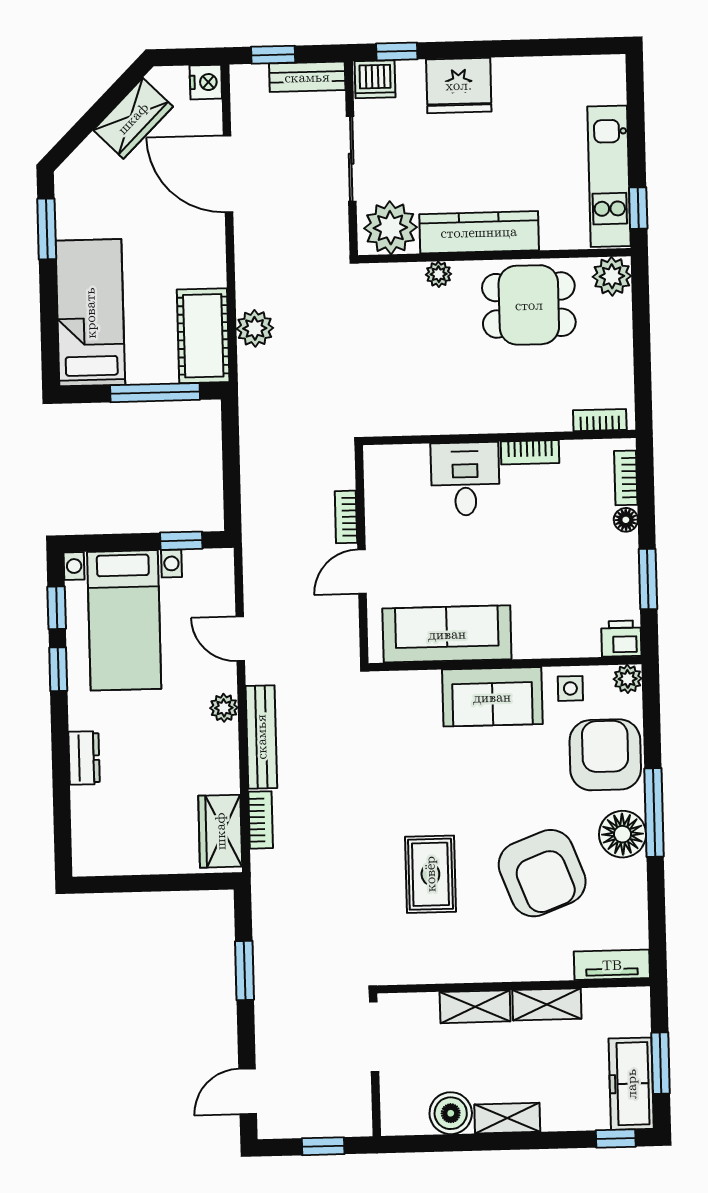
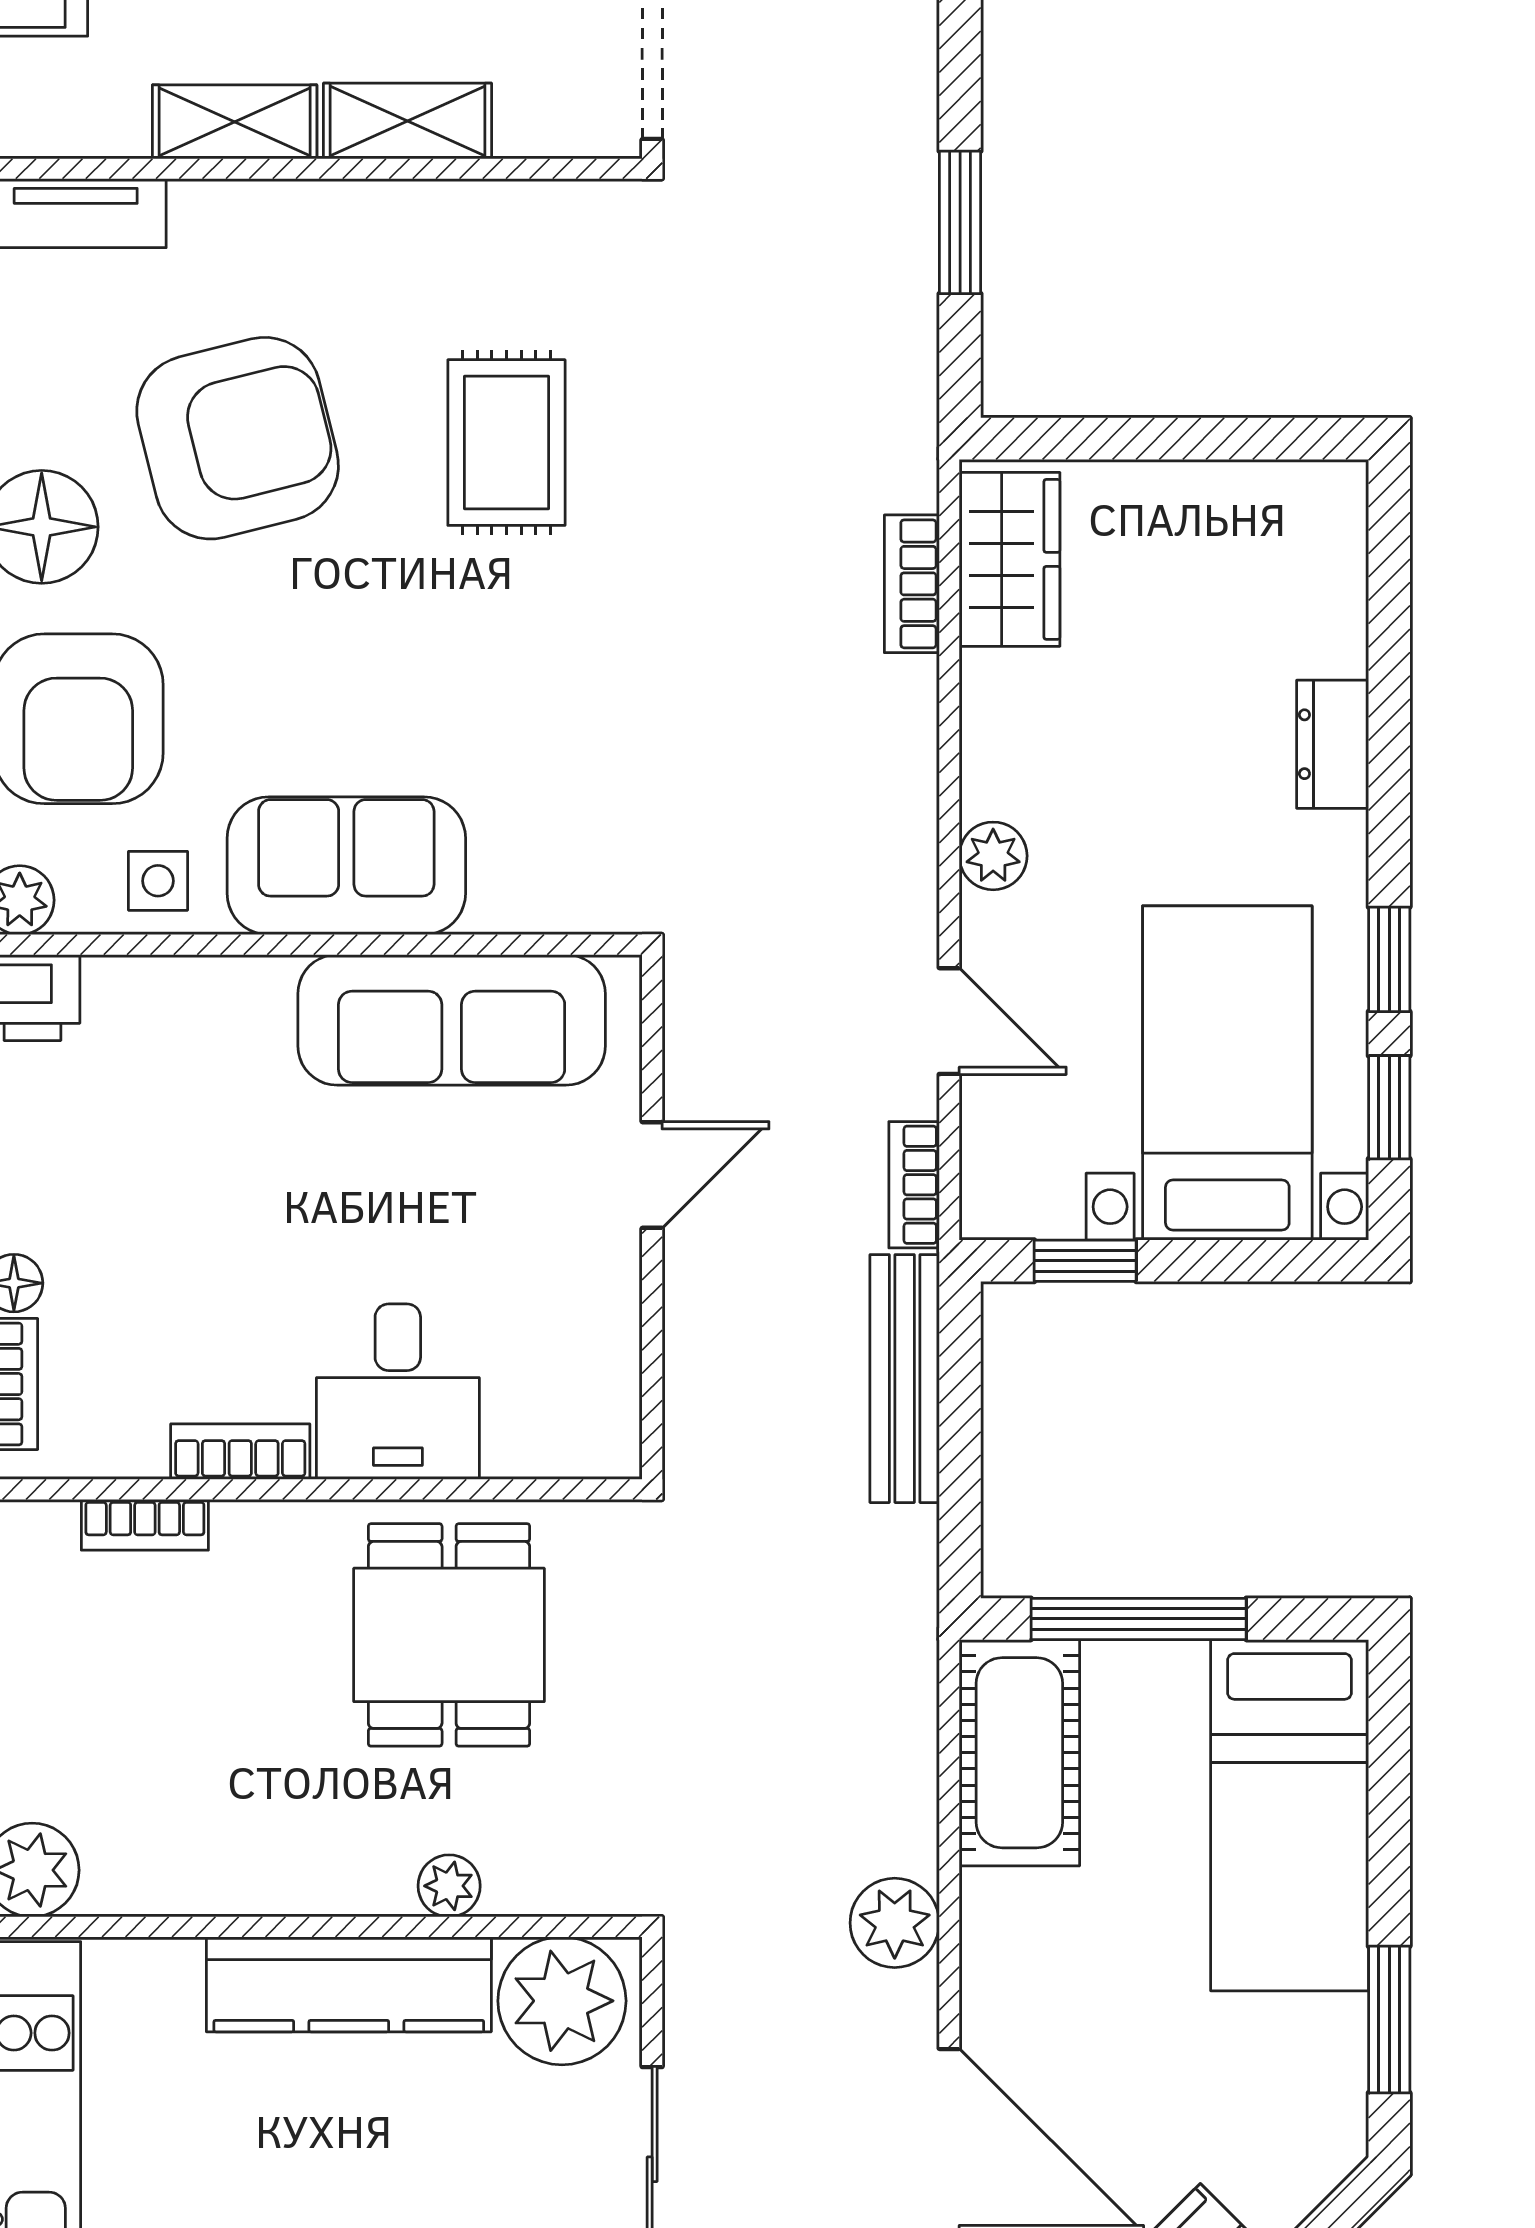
dining table: (529, 305) -> (449, 1635), moved, turned 90
plant: (255, 328) -> (895, 1923), moved
bookcase: (600, 420) -> (145, 1525), moved
bookcase: (346, 517) -> (914, 1185), moved, turned 180
bench: (261, 737) -> (905, 1379), moved
armchair: (542, 873) -> (238, 438), turned 97

